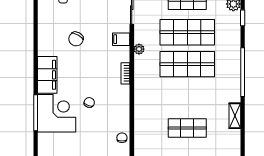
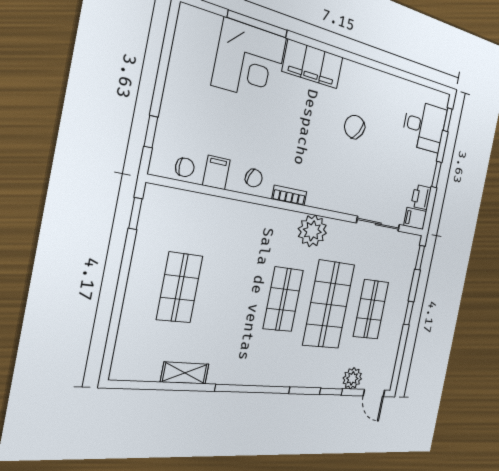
filing cabinet: (121, 39) -> (216, 173), moved
plant: (139, 49) -> (312, 231), width x1.88, depth x1.88
shop shelf: (187, 64) -> (283, 299), width x0.70, depth x0.74
chair: (89, 102) -> (254, 178), moved

